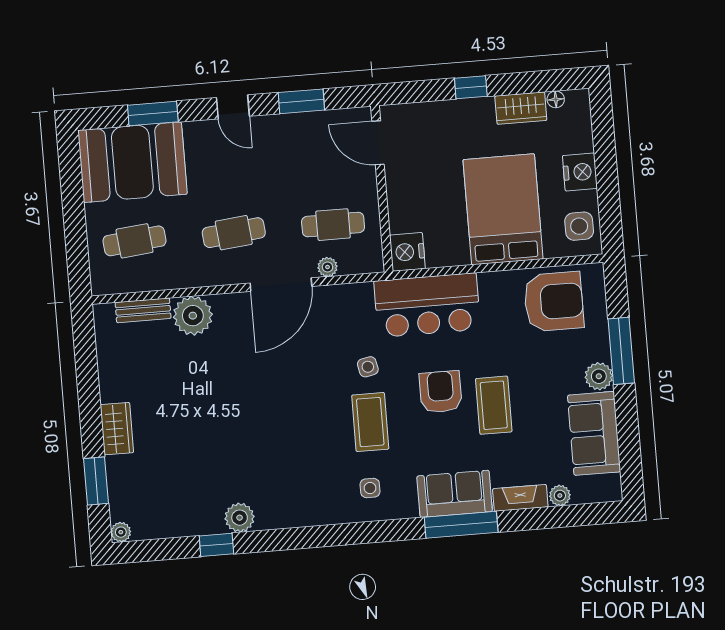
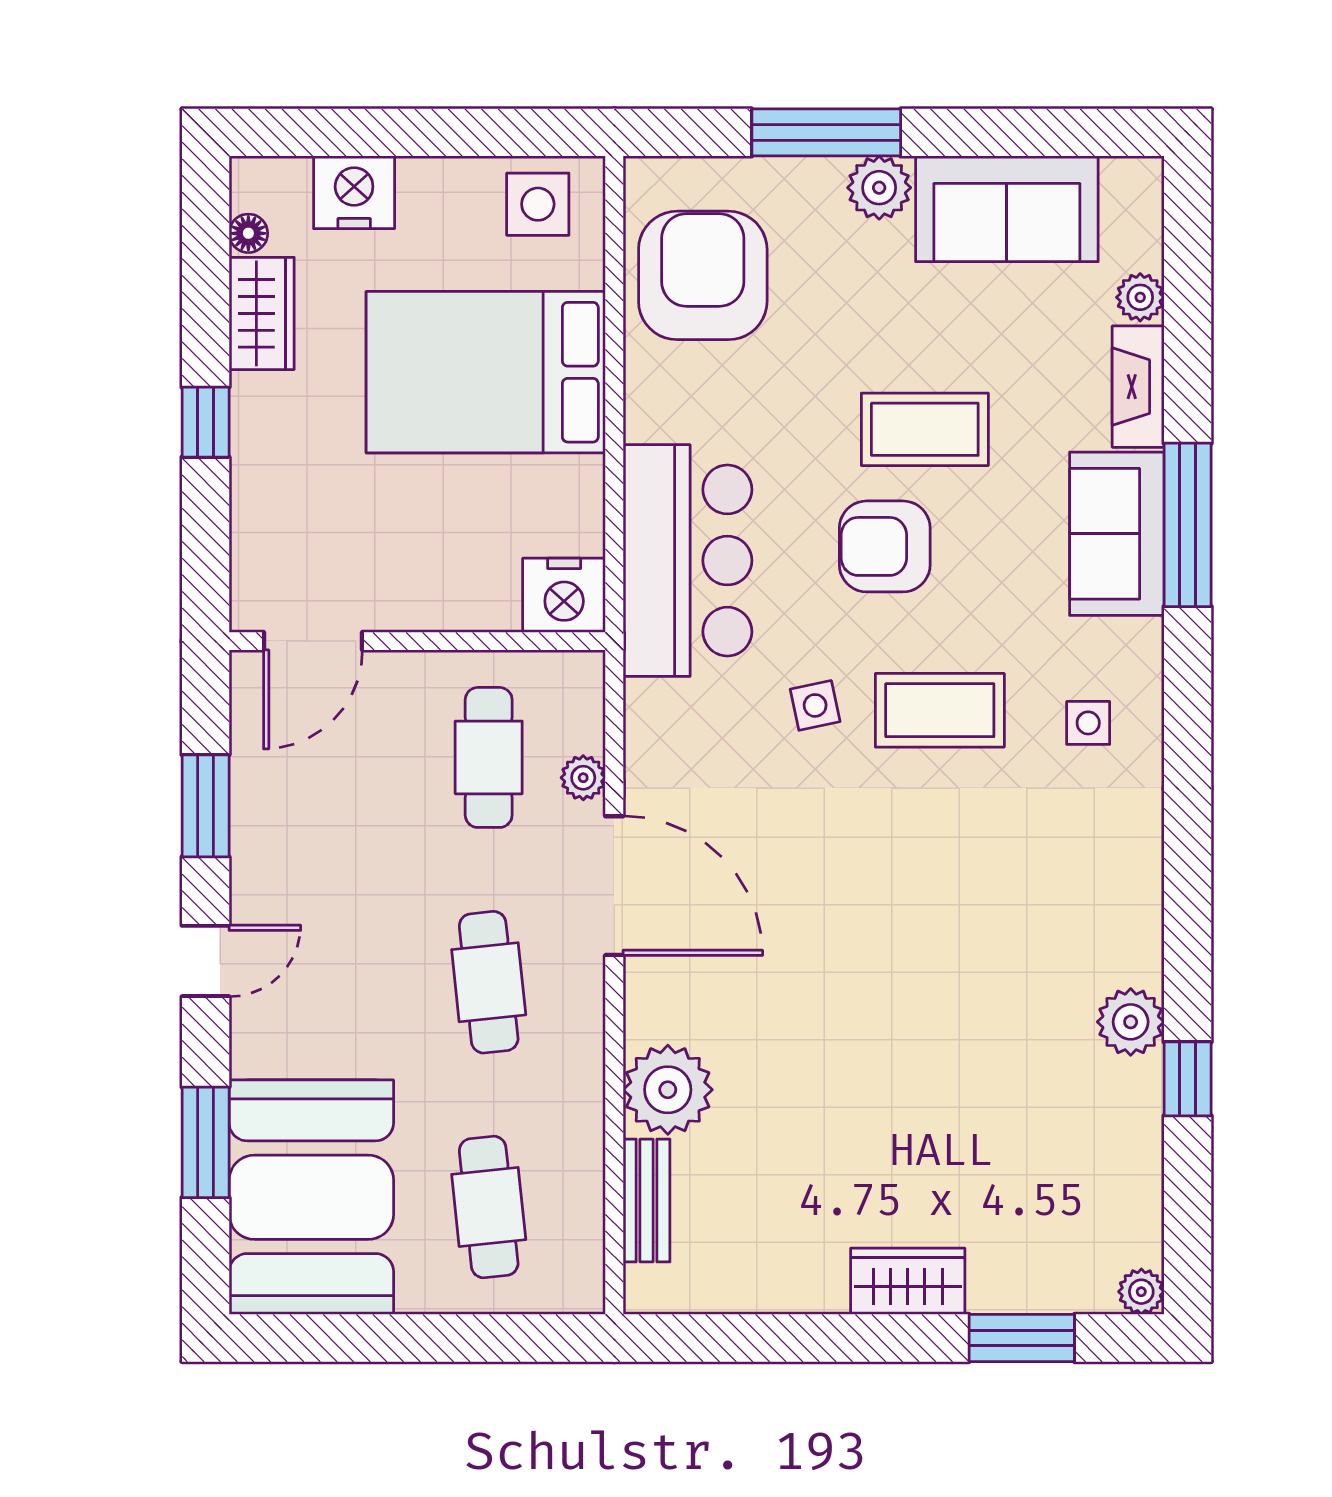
nightstand: (580, 172) -> (354, 192), moved

